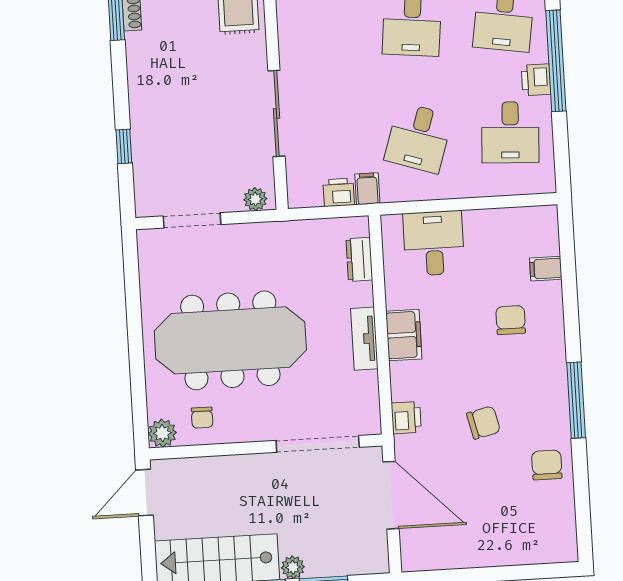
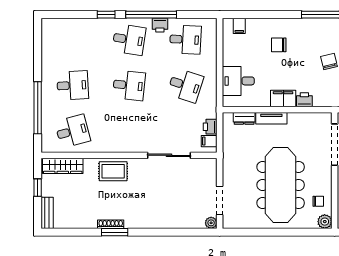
window: (124, 146) -> (181, 232), removed
filing cabinet: (367, 189) -> (209, 141), moved
plant: (255, 199) -> (211, 223), moved
filing cabinet: (546, 269) -> (239, 26), moved
tv unit: (364, 339) -> (271, 118), moved
printer: (406, 418) -> (304, 100), moved

